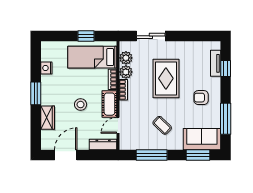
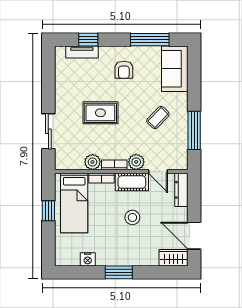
plant: (126, 58) -> (136, 162), moved
rug: (166, 78) -> (100, 113), width x0.73, depth x0.70
wardrobe: (48, 118) -> (174, 258), moved
window: (198, 155) -> (194, 74), removed

